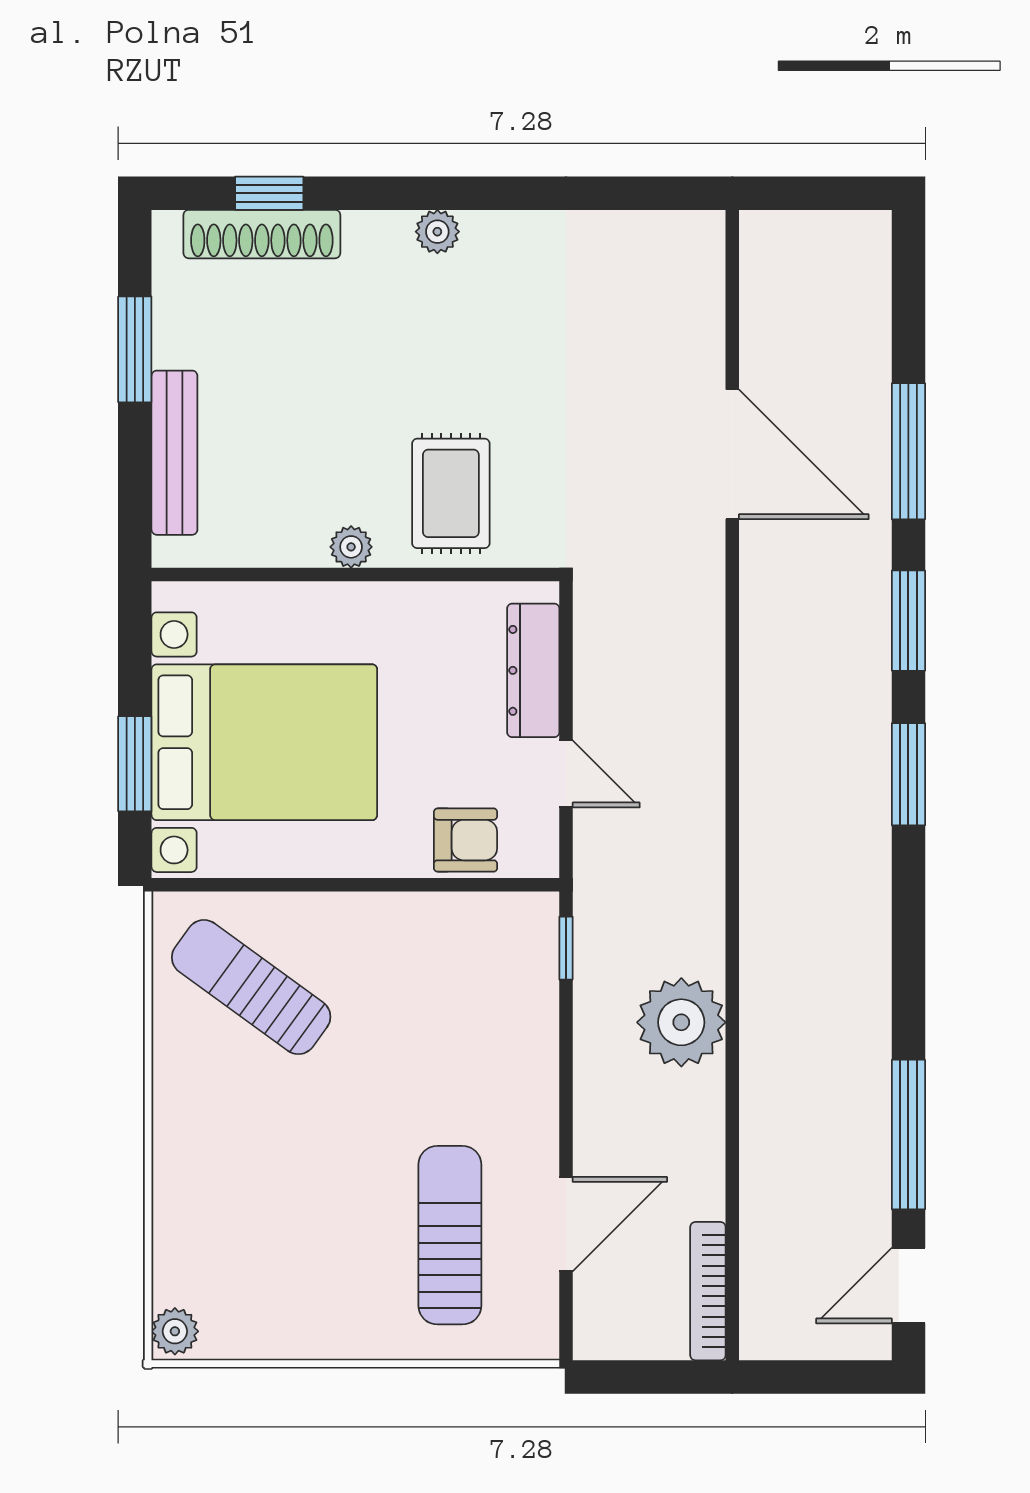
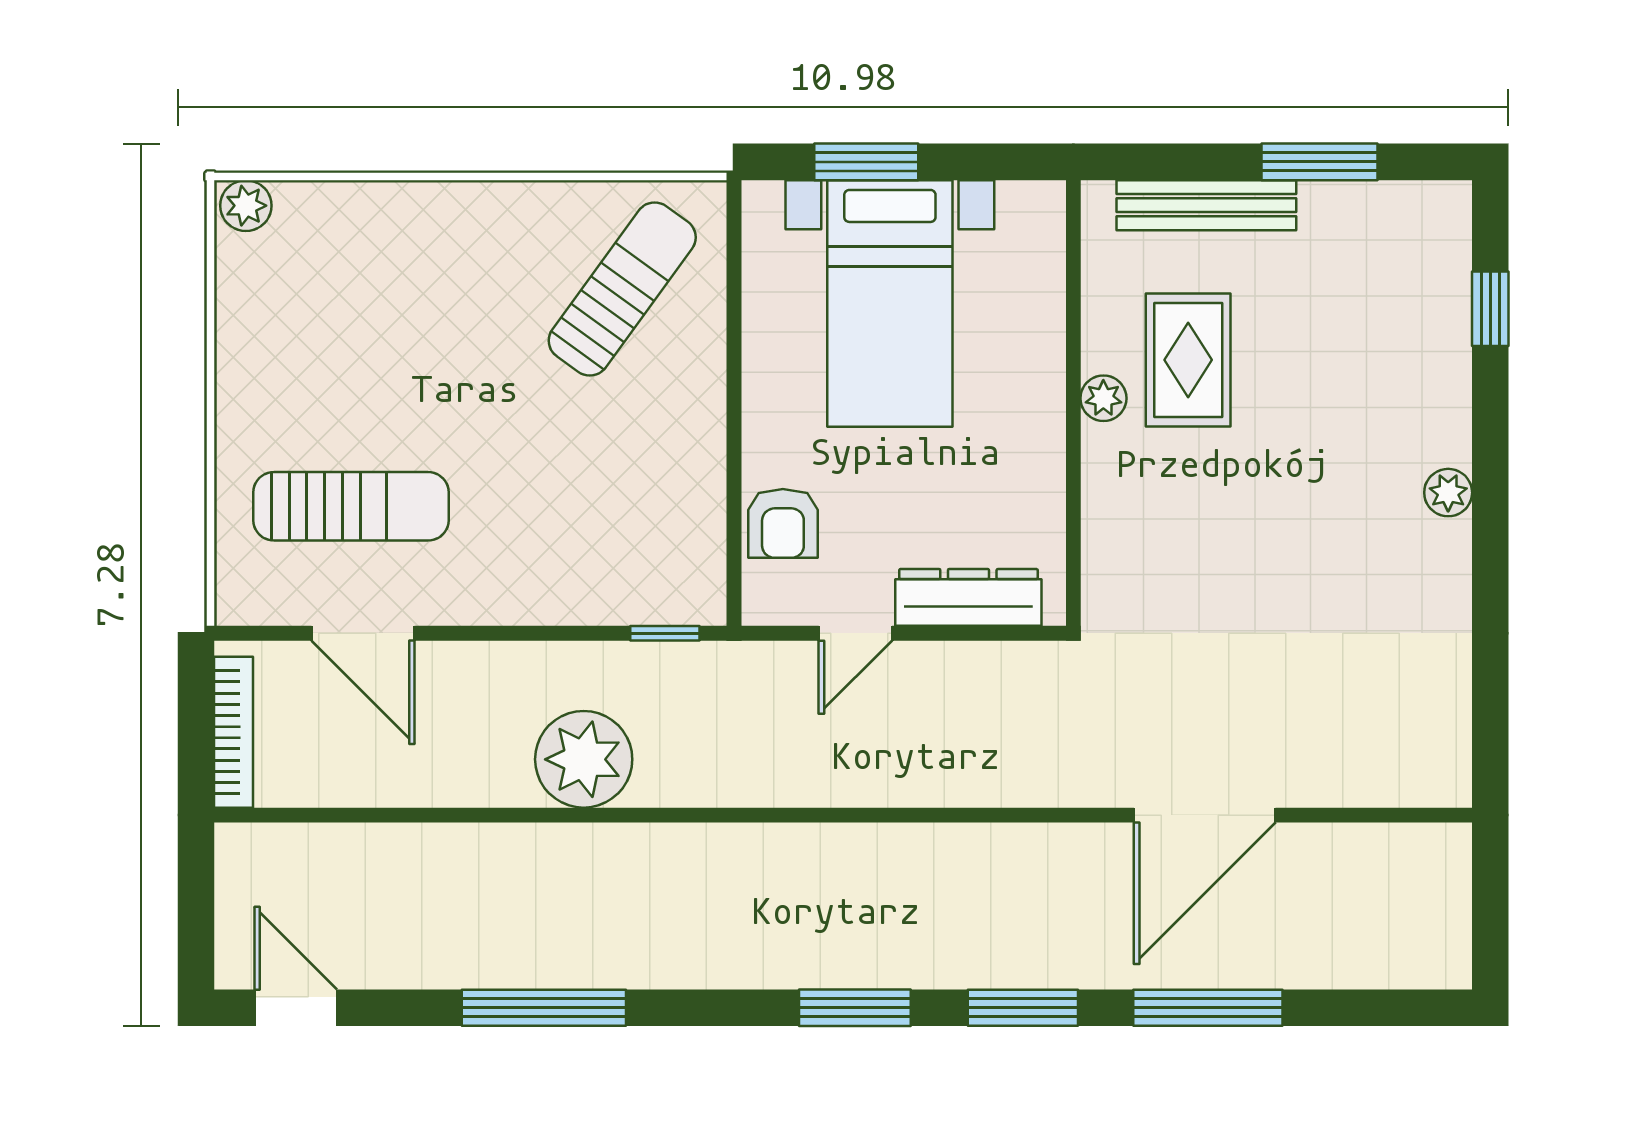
shoe rack: (262, 234) -> (1446, 301), removed
rug: (451, 493) -> (1188, 360), moved, turned 90
bed with nightstands: (264, 742) -> (890, 303), width x0.73
window: (908, 1135) -> (544, 1008), moved
bookcase: (708, 1291) -> (234, 732), moved, turned 90

